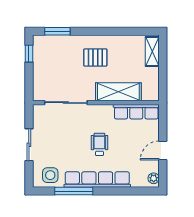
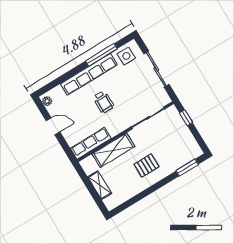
shelving: (152, 51) -> (100, 185), moved
window: (29, 54) -> (186, 118), moved
sliding door: (29, 145) -> (156, 69), width x1.37
door: (163, 150) -> (53, 126), hinge flipped

